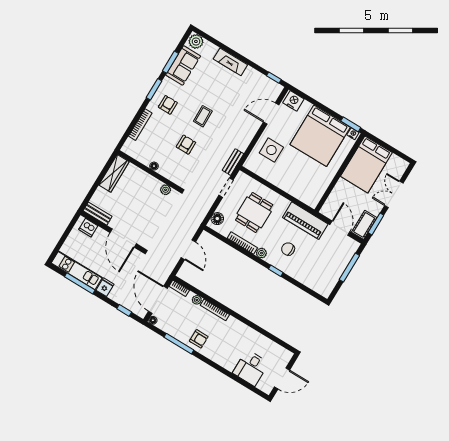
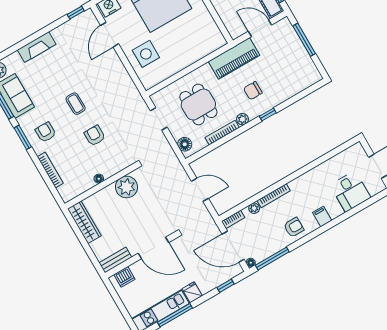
bench: (233, 162) -> (137, 98), removed
plant: (166, 190) -> (126, 187), width x1.88, depth x1.88
window: (179, 344) -> (272, 259), moved
filing cabinet: (219, 356) -> (322, 217), added

